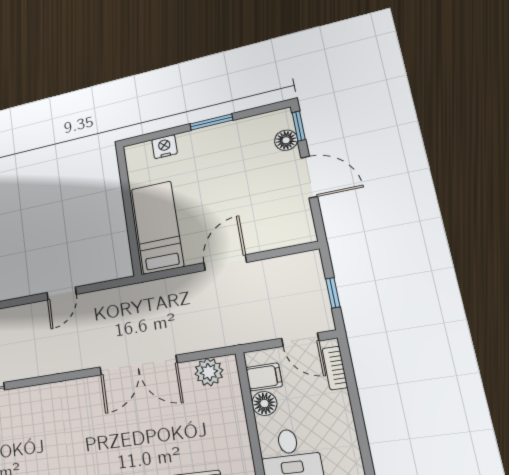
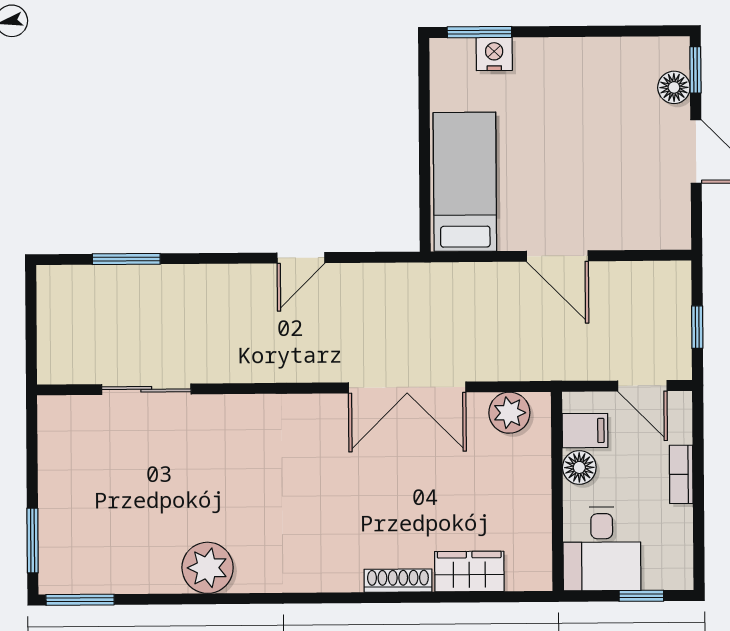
window: (211, 122) -> (479, 32), moved
door: (225, 263) -> (557, 256), swing flipped
bookcase: (335, 368) -> (681, 474), moved

